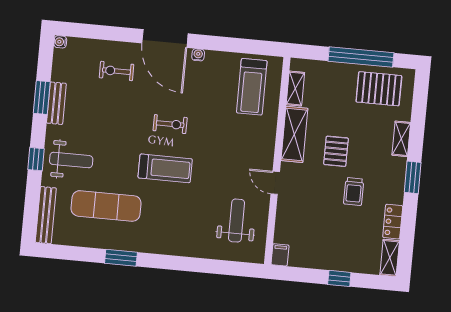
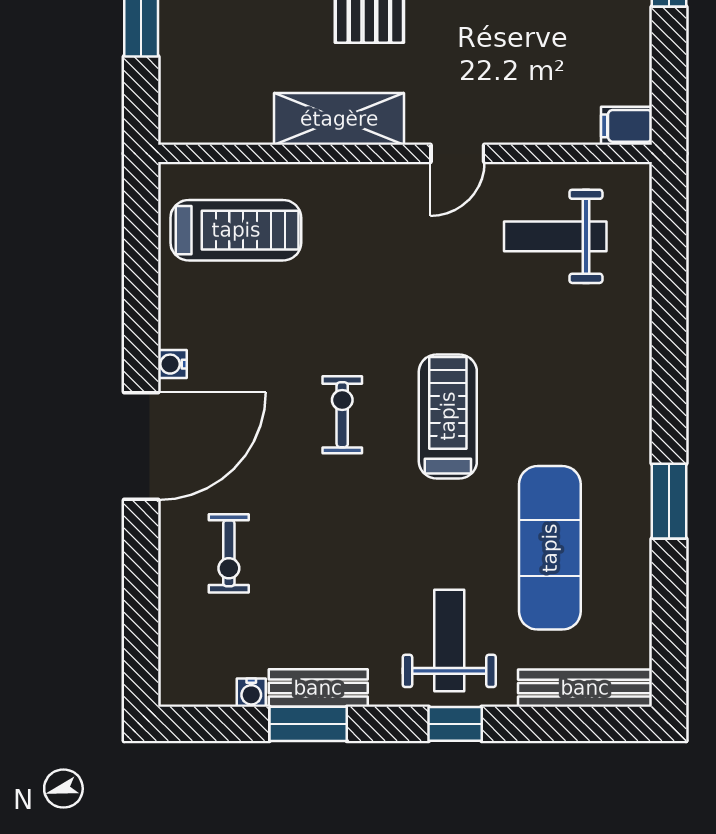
water cooler: (60, 42) -> (251, 693), moved
shelving: (295, 89) -> (230, 127), removed

